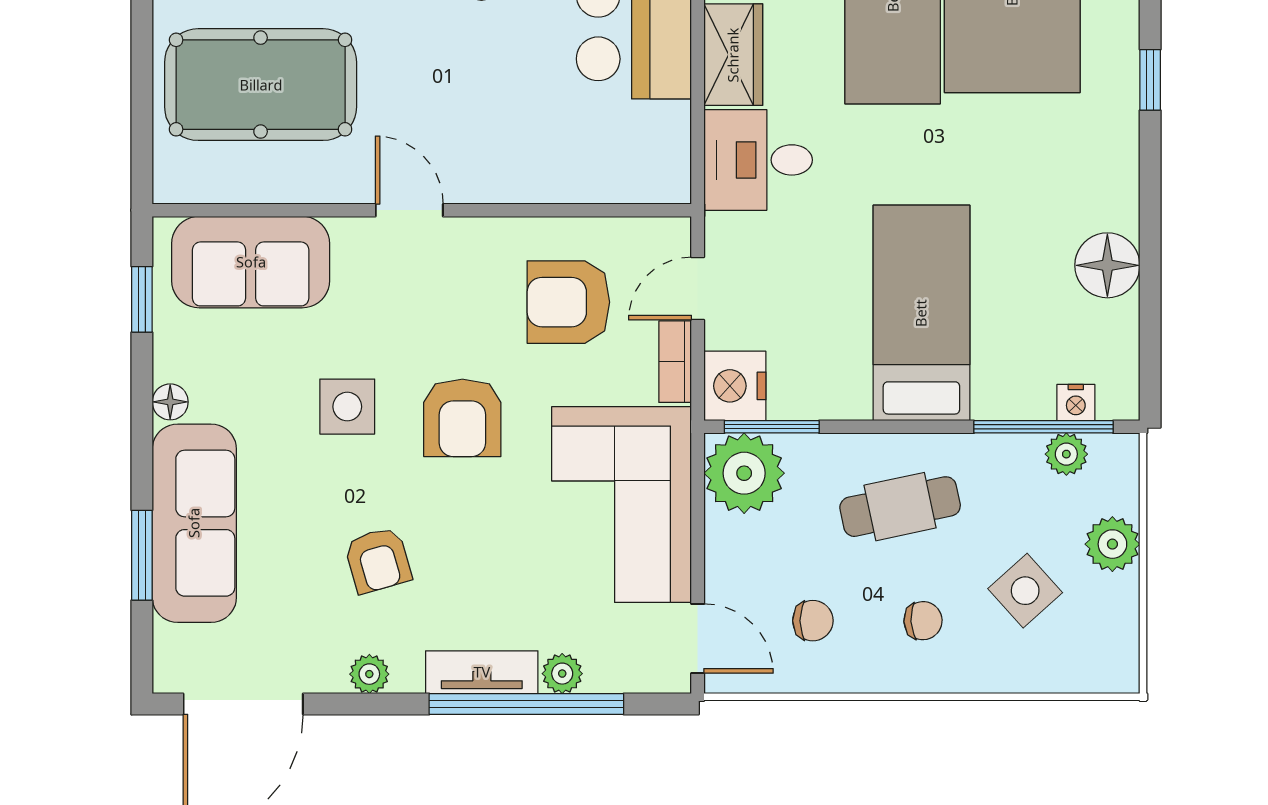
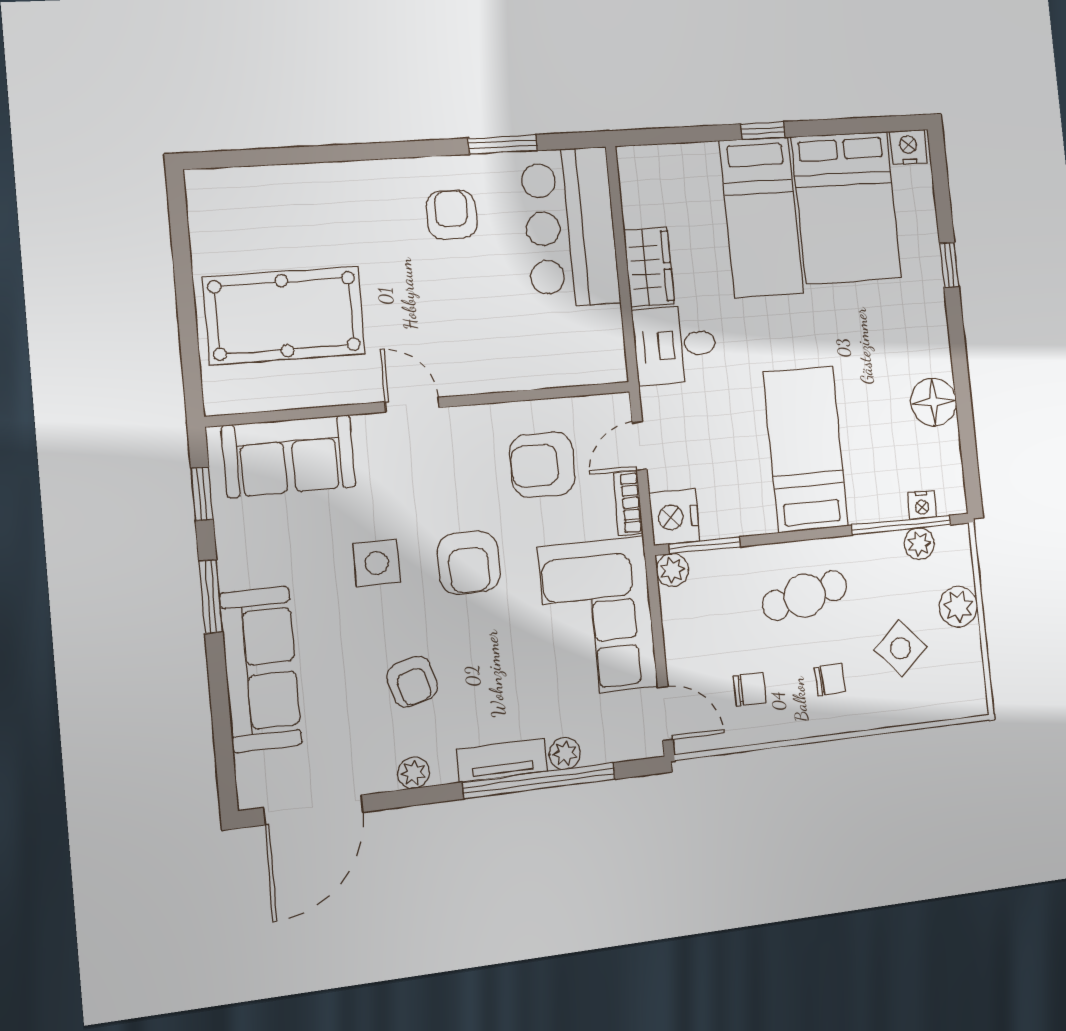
floor lamp: (170, 402) -> (232, 574), removed
plant: (744, 473) -> (672, 570), width x0.53, depth x0.53
window: (142, 555) -> (211, 597), moved

